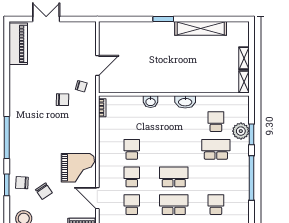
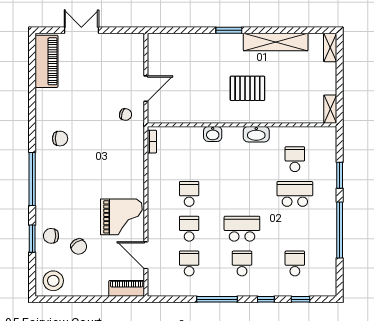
shelving: (244, 58) -> (330, 47), moved
pallet: (178, 65) -> (247, 88), added
chair: (63, 100) -> (60, 139), moved
plant: (241, 131) -> (326, 171), removed
school desk: (174, 205) -> (242, 263), width x0.54

